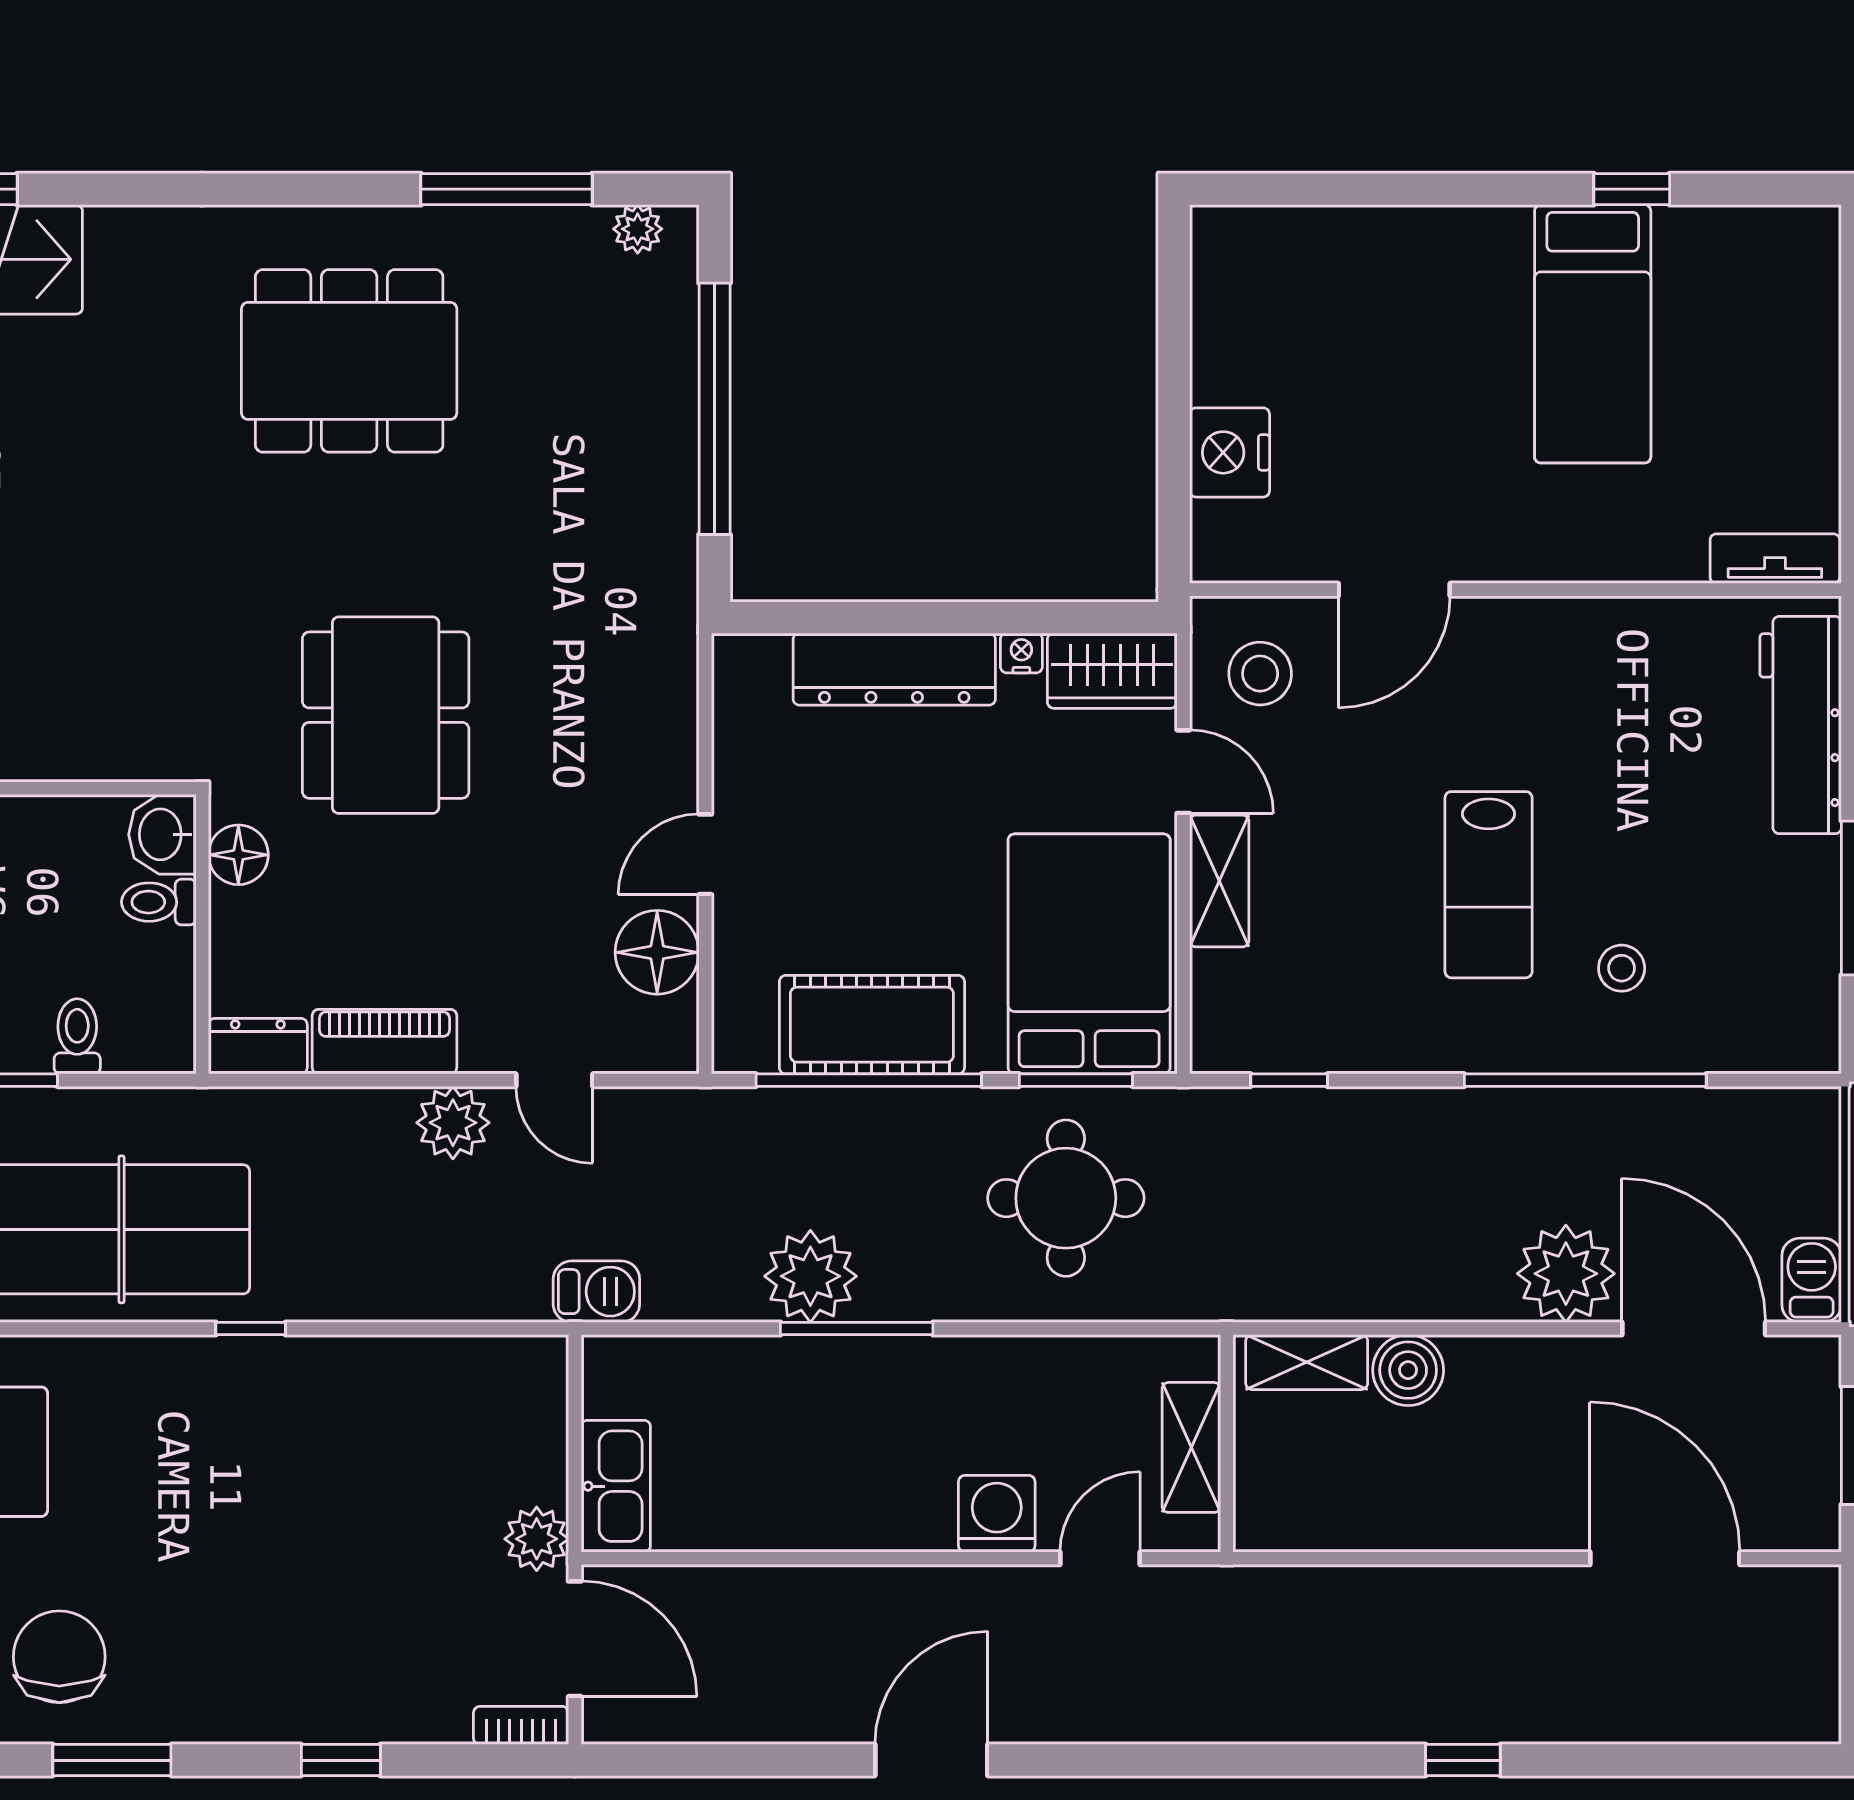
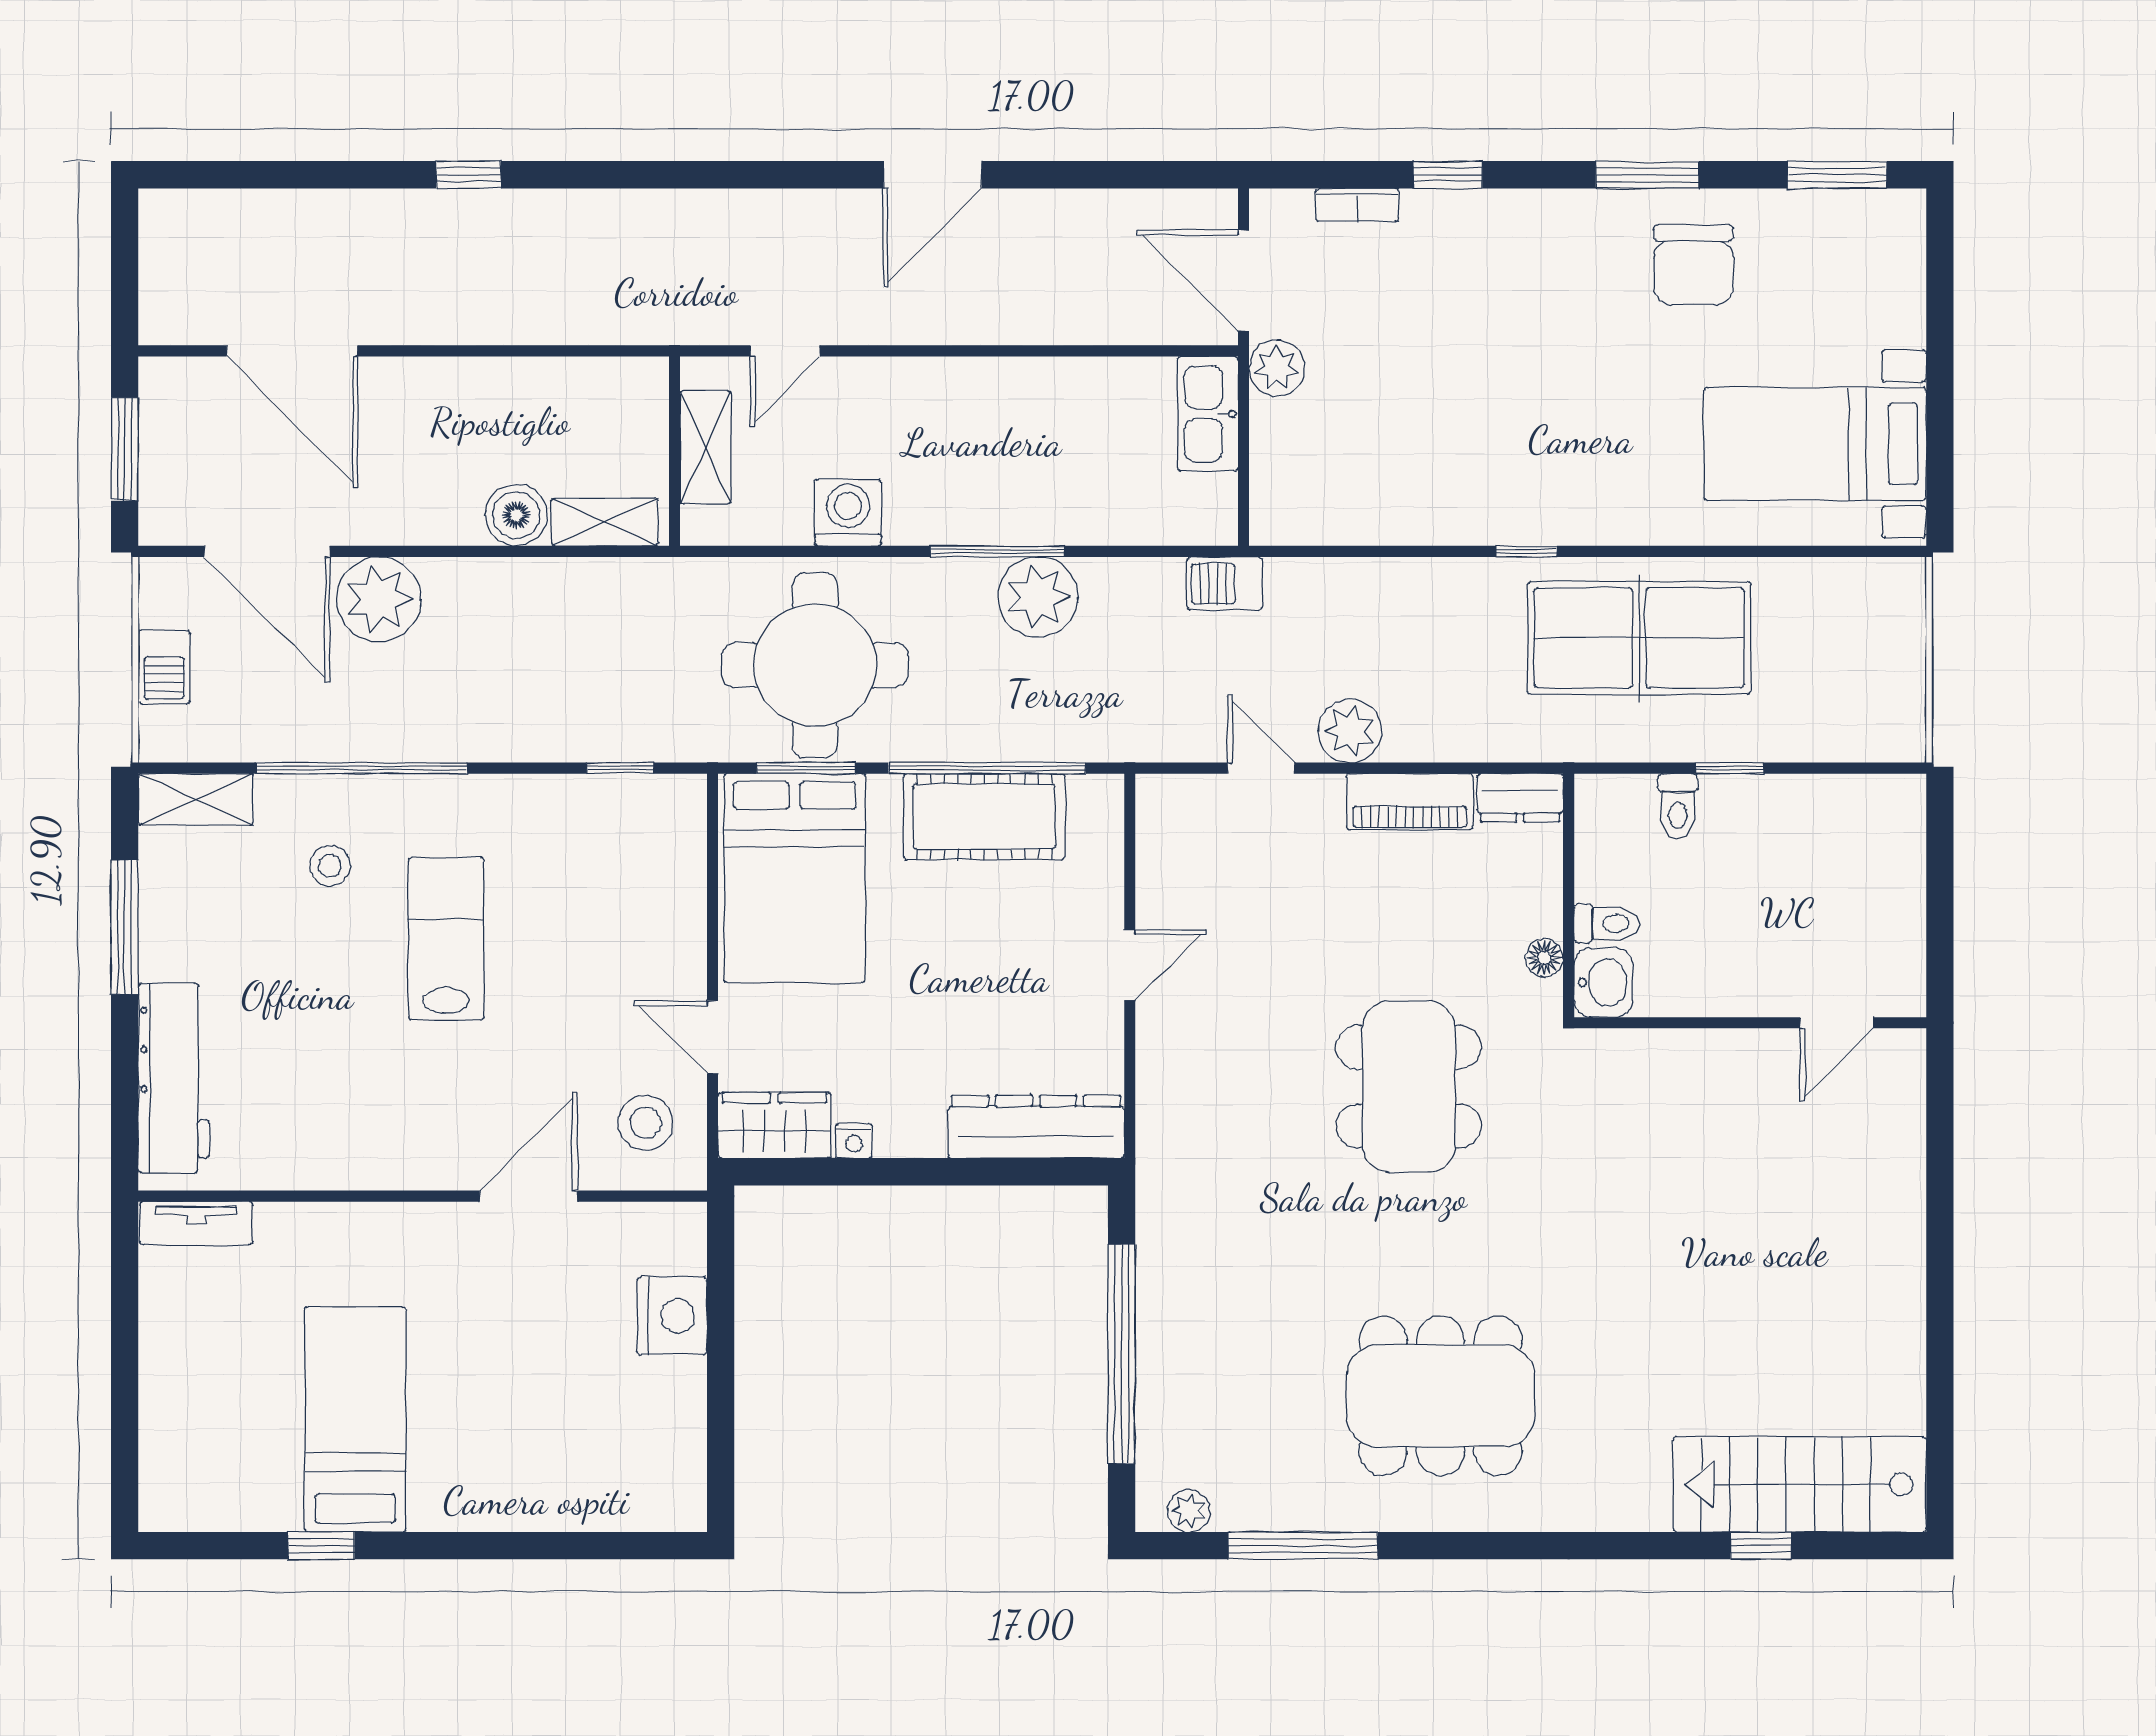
dresser: (894, 669) -> (1036, 1127), moved
floor lamp: (238, 855) -> (1544, 958), width x0.73, depth x0.73
shelving: (1219, 881) -> (196, 799), moved, turned 90
floor lamp: (657, 952) -> (1172, 880), removed
round table: (1066, 1198) -> (815, 665), width x1.36, depth x1.36
barbecue: (1812, 1280) -> (164, 667), moved
washing machine: (997, 1514) -> (848, 512), moved, turned 180
bookcase: (521, 1725) -> (1357, 205), moved

